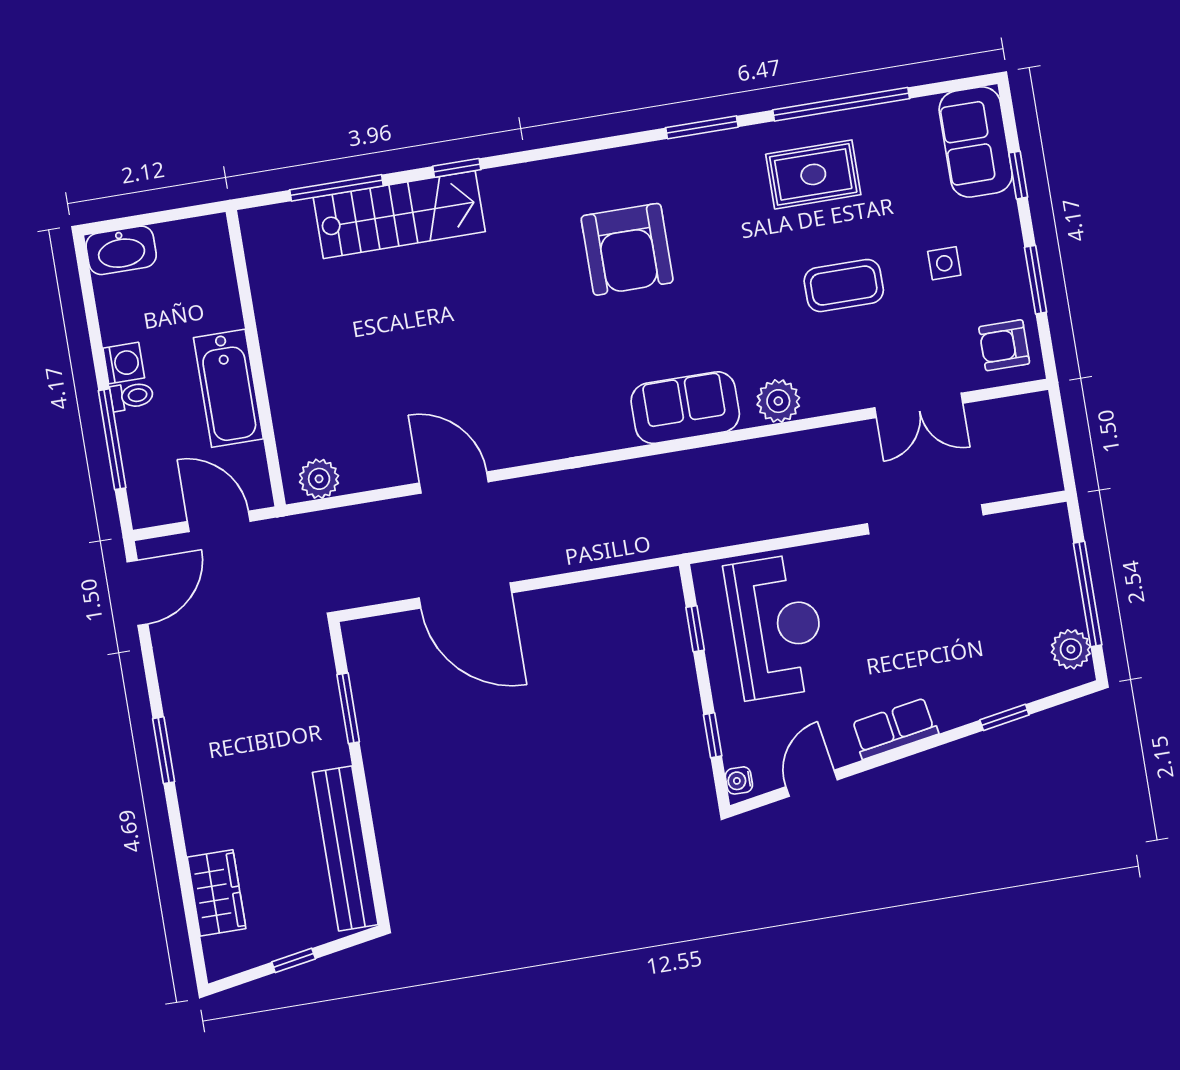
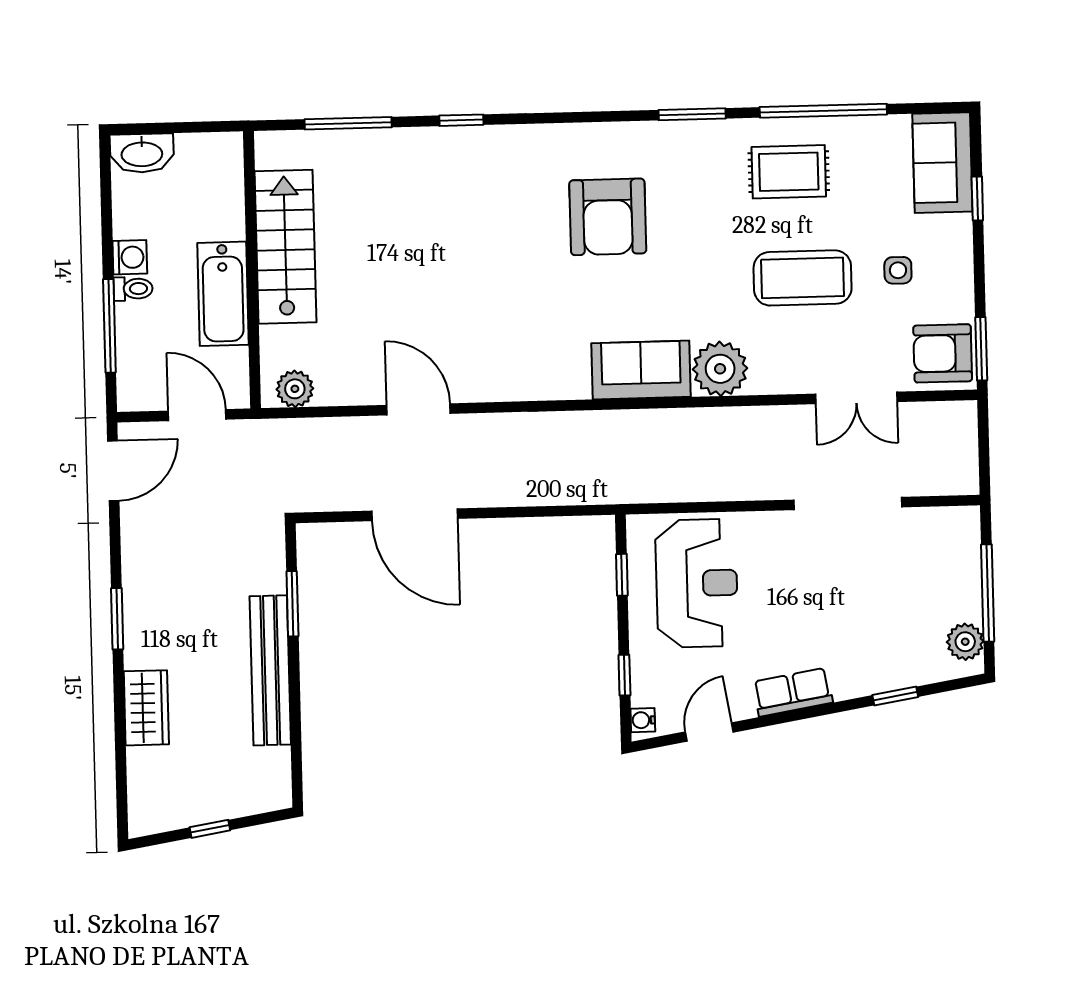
stairs: (399, 215) -> (286, 247), moved, turned -90
window: (1036, 280) -> (981, 349), moved
coffee table: (844, 286) -> (803, 278), width x1.36, depth x1.32
armchair: (1004, 345) -> (943, 353), width x1.38, depth x1.38
plant: (778, 401) -> (720, 369), width x1.36, depth x1.36
bench: (345, 848) -> (270, 670), moved
wardrobe: (217, 893) -> (146, 708), moved

